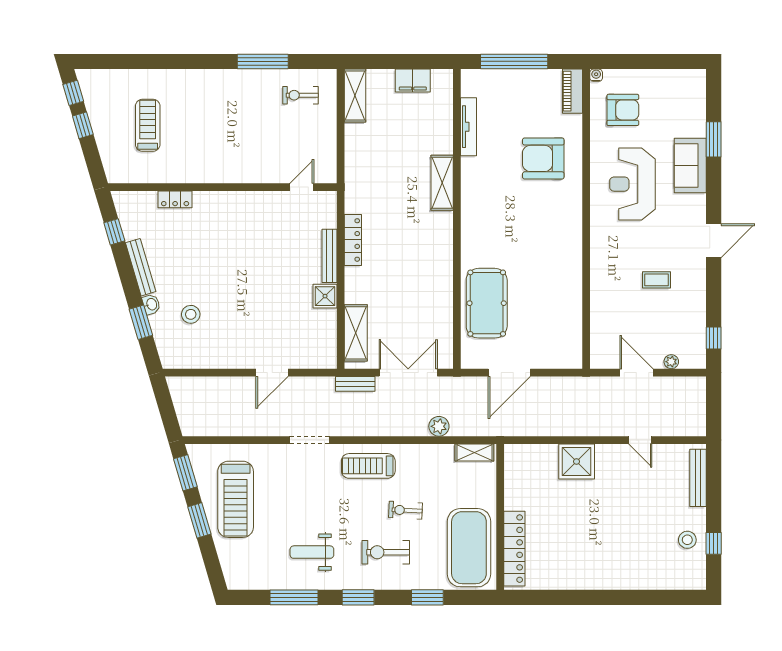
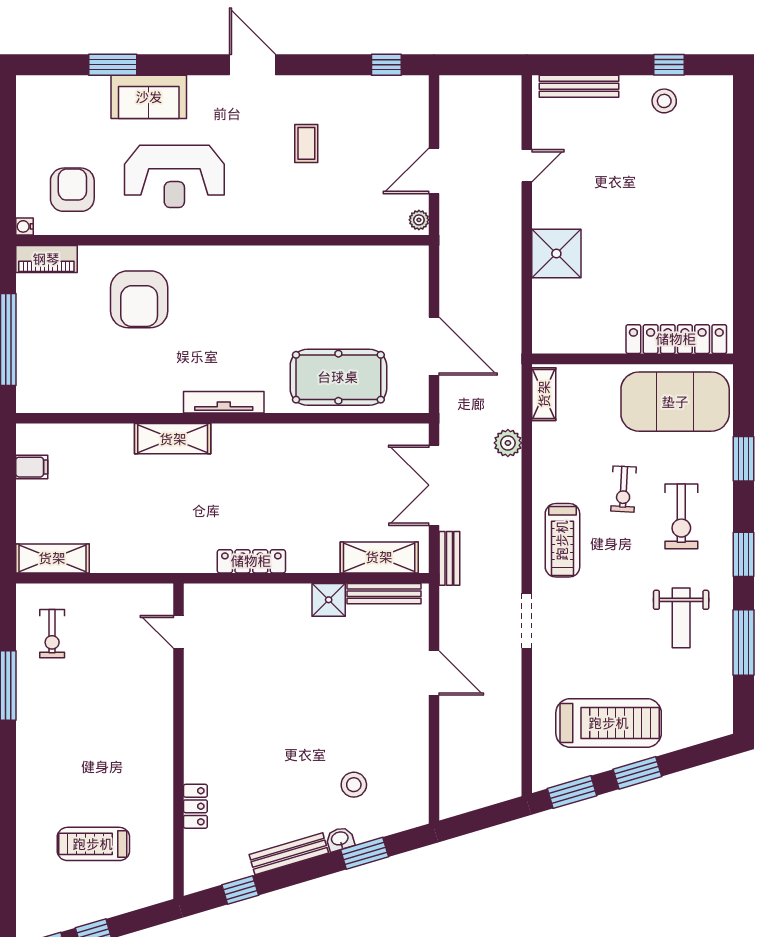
filing cabinet: (413, 81) -> (32, 467), width x0.50
tv unit: (469, 127) -> (224, 402), moved
bench: (329, 256) -> (384, 594), moved
plant: (671, 362) -> (419, 220), moved

